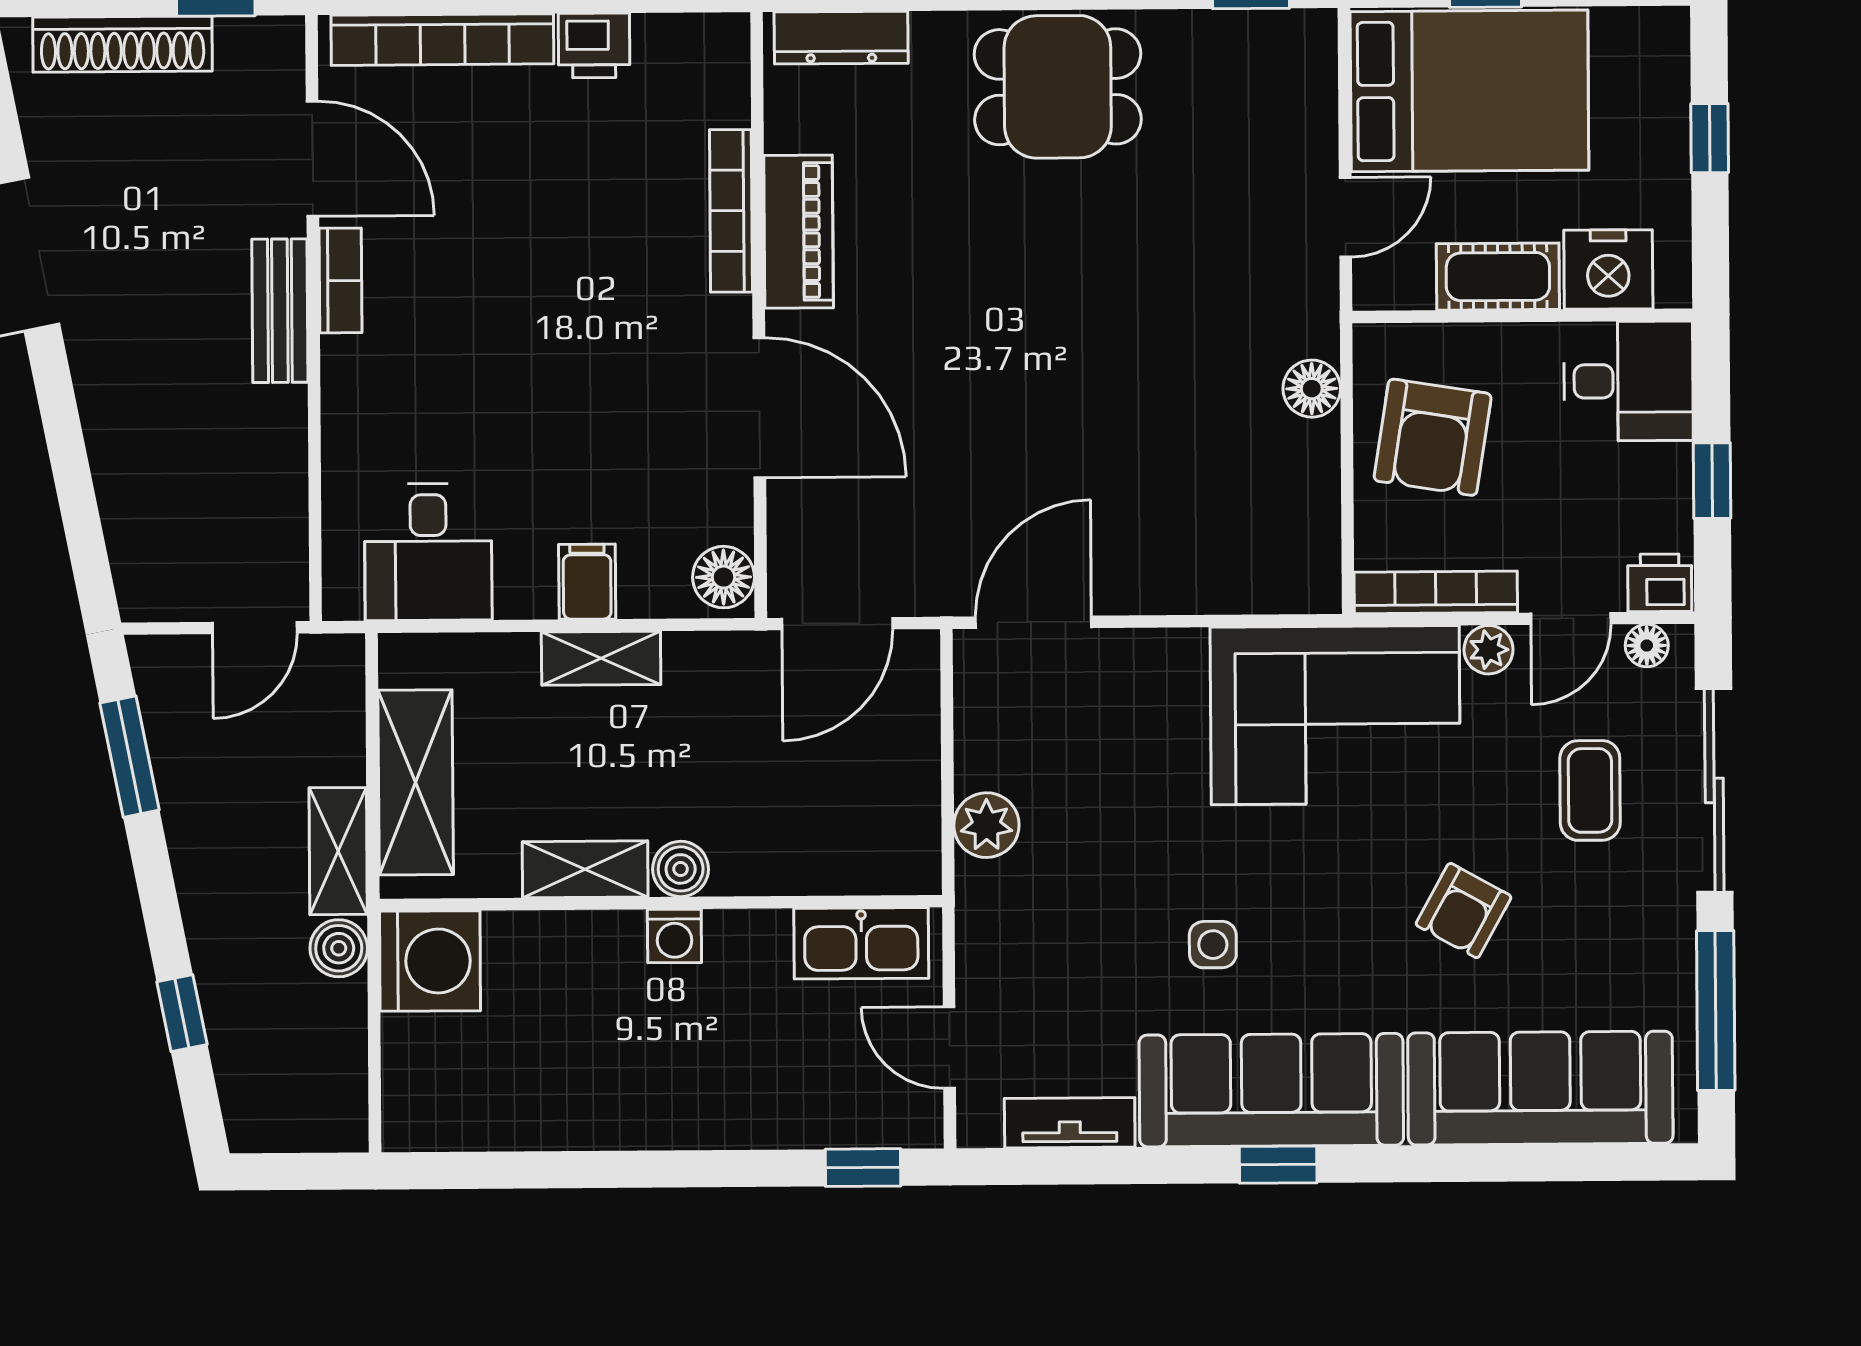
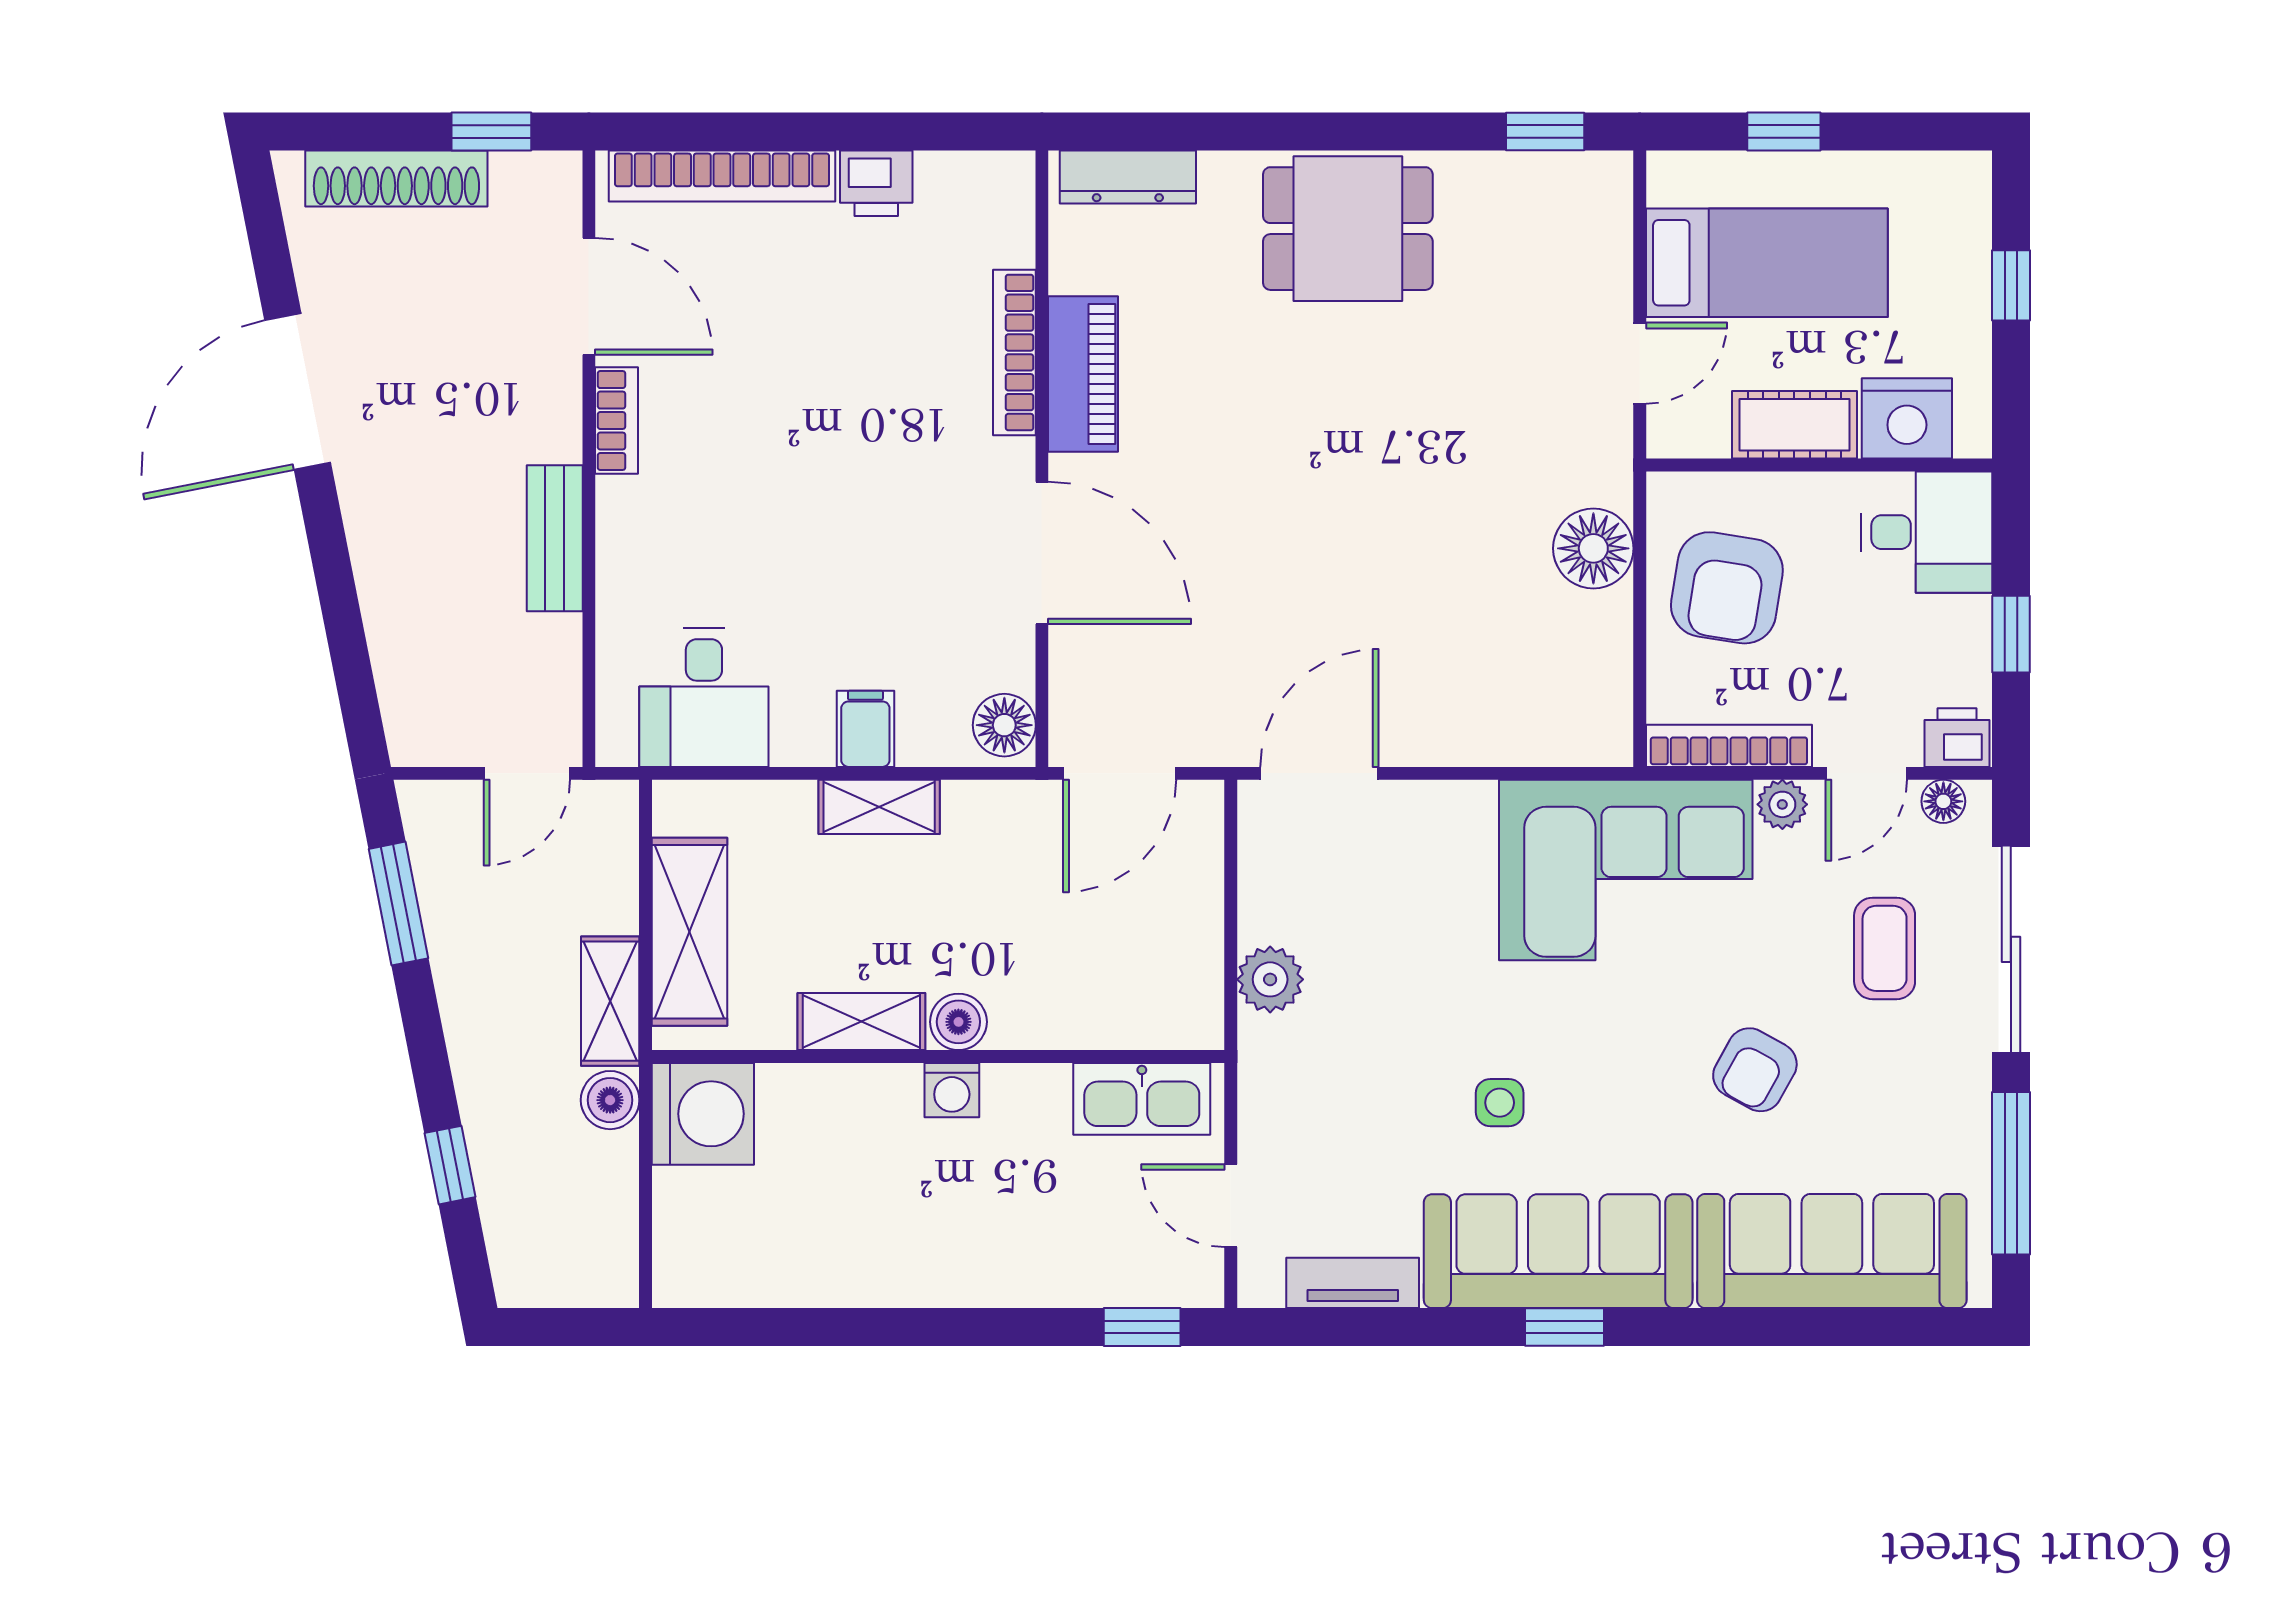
bed: (1469, 91) -> (1767, 263), width x0.67
bench: (280, 311) -> (555, 538), moved
floor lamp: (1312, 389) -> (1593, 548), width x1.38, depth x1.38

